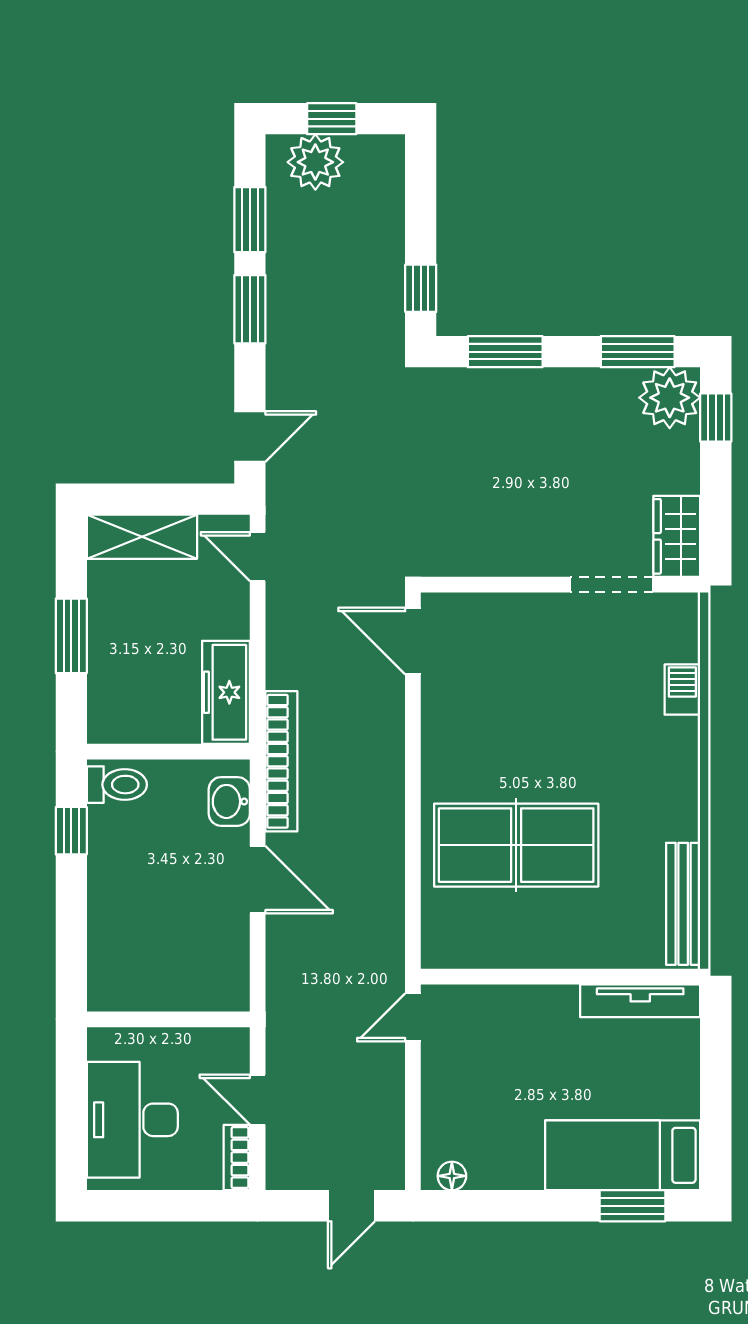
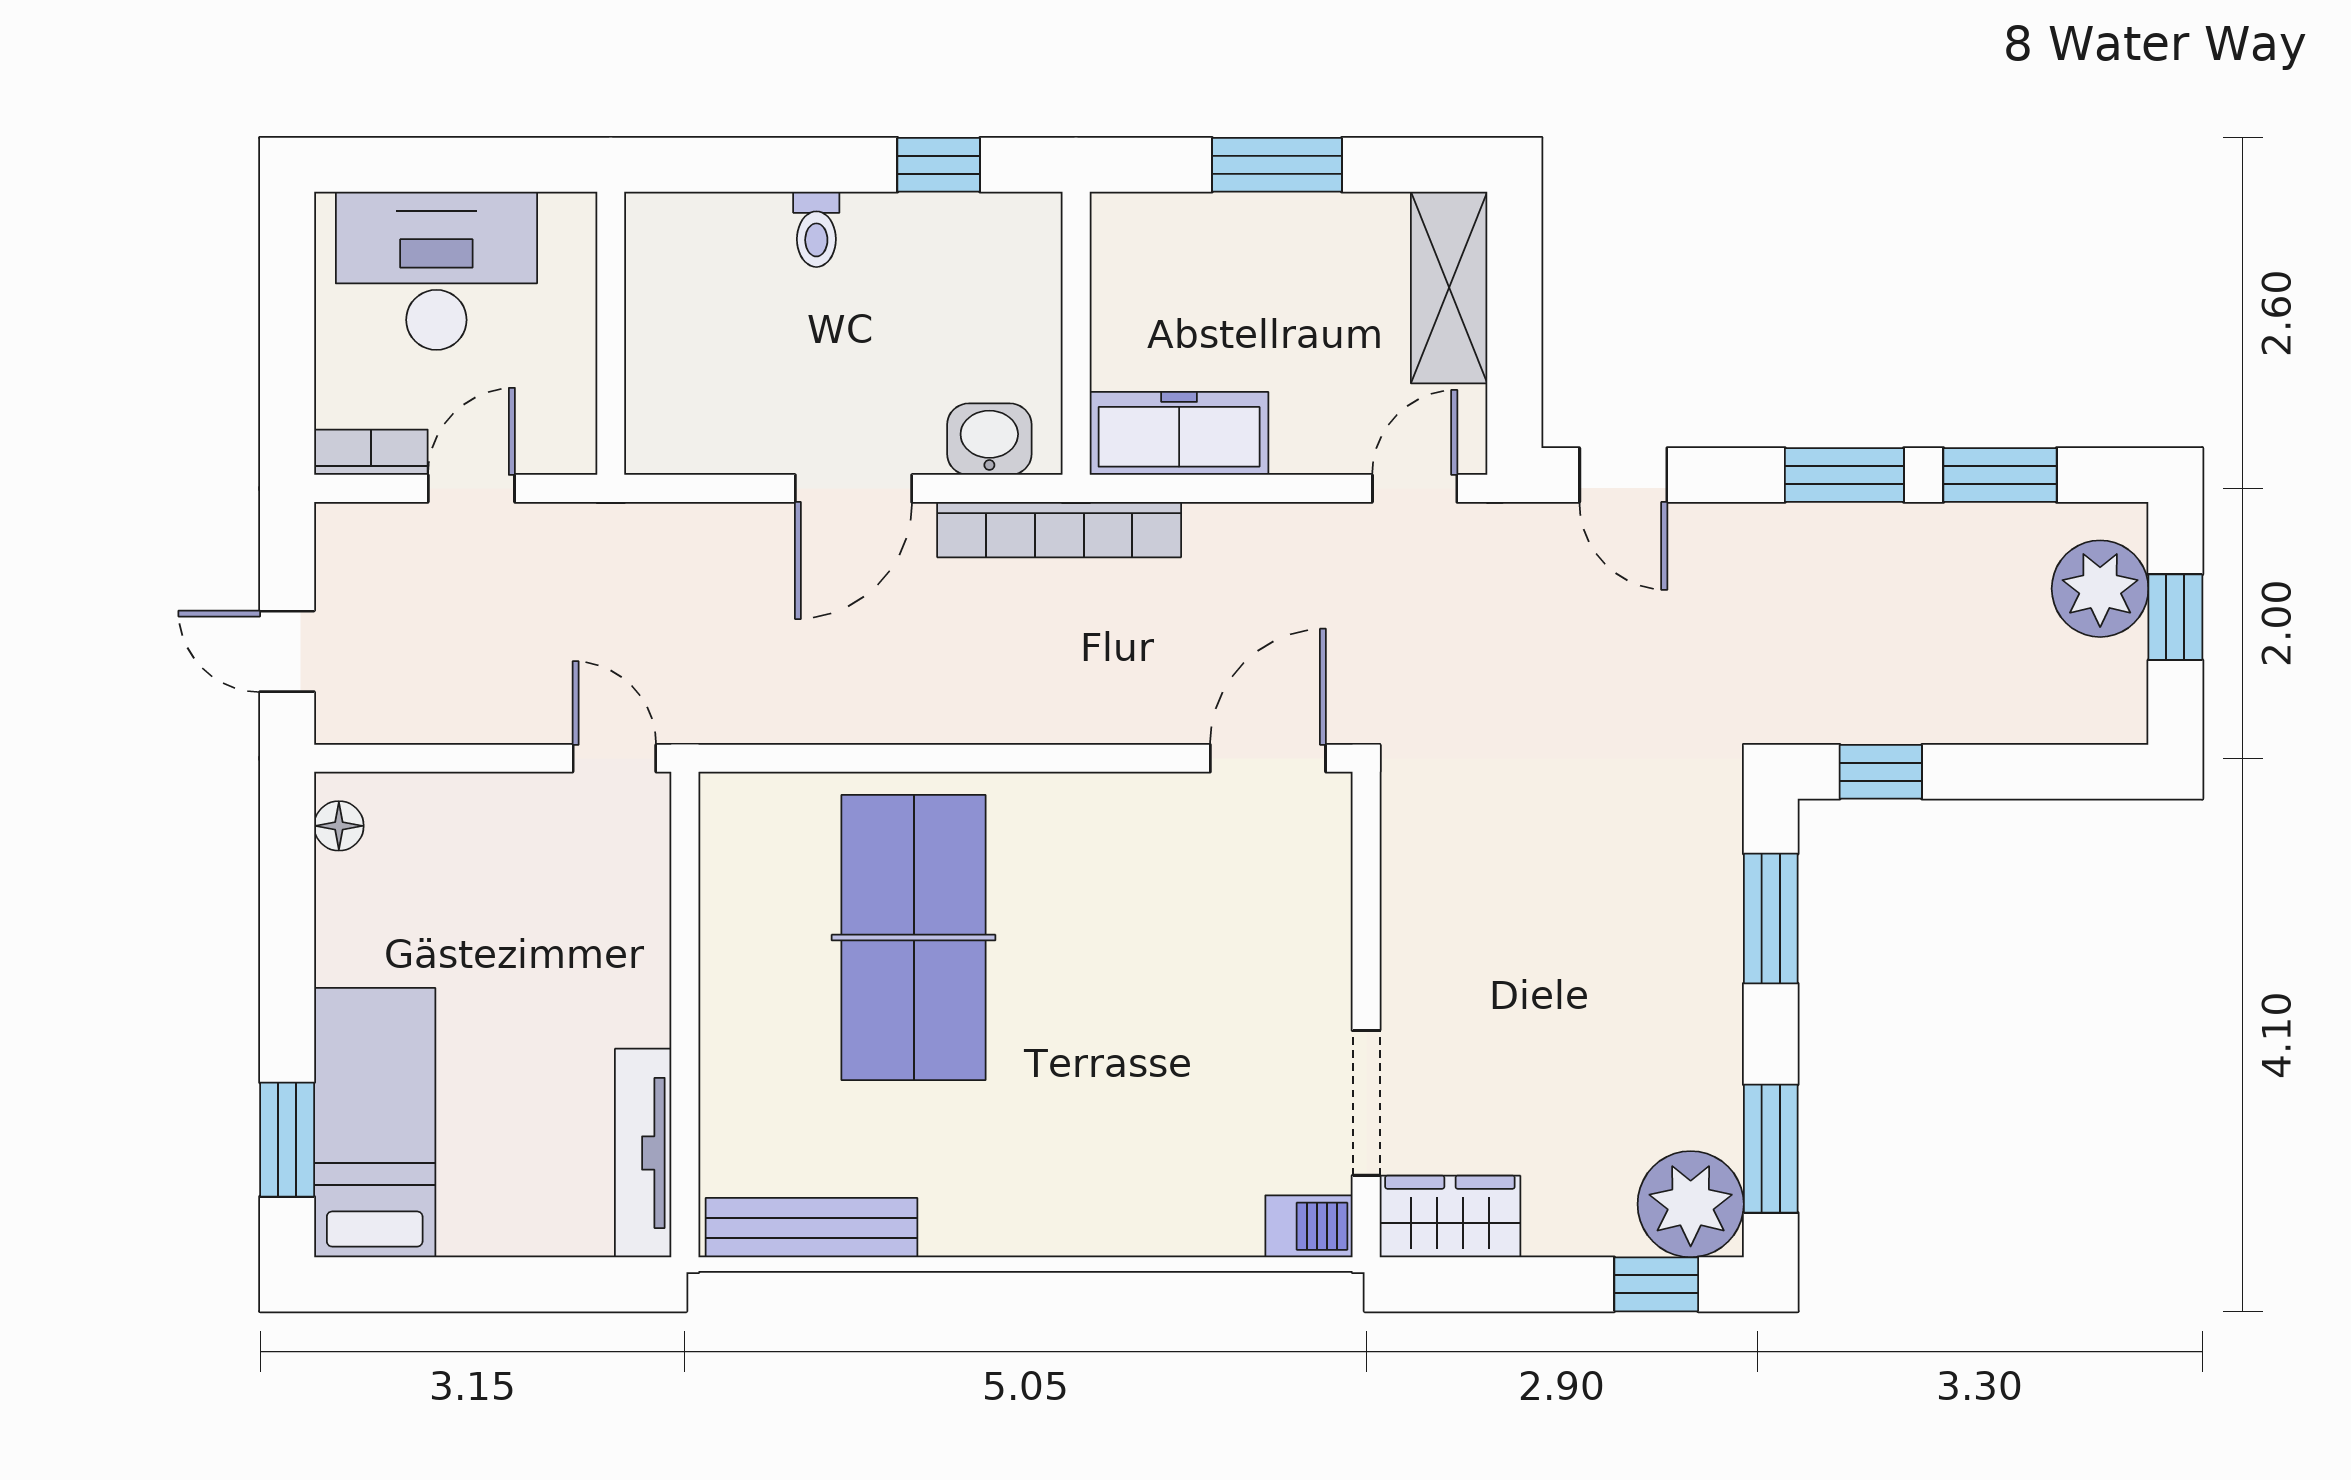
barbecue: (682, 690) -> (1309, 1226), moved
toilet: (117, 785) -> (816, 229), moved, width x0.73, depth x0.72

